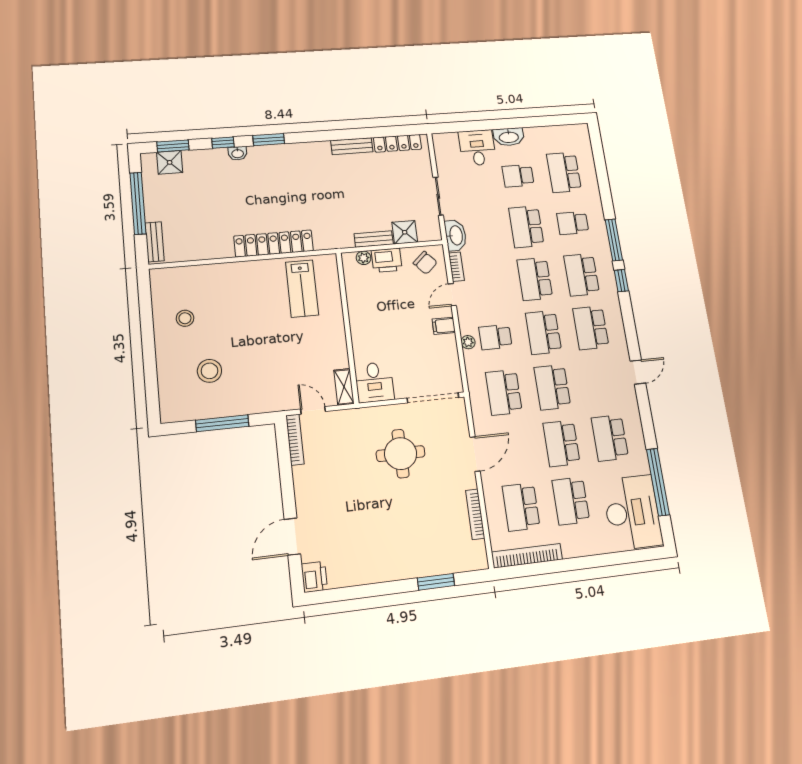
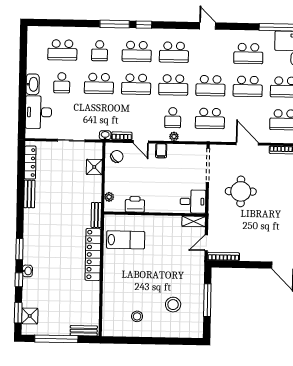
desk: (477, 148) -> (38, 112), width x1.37
washbasin: (456, 235) -> (105, 135), width x0.52, depth x0.69
bench: (374, 239) -> (96, 215), moved
printer: (387, 260) -> (135, 204), moved, turned -90

